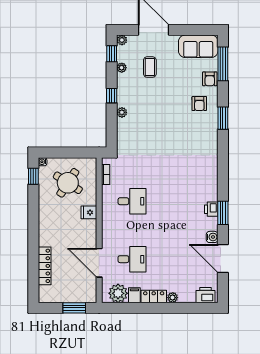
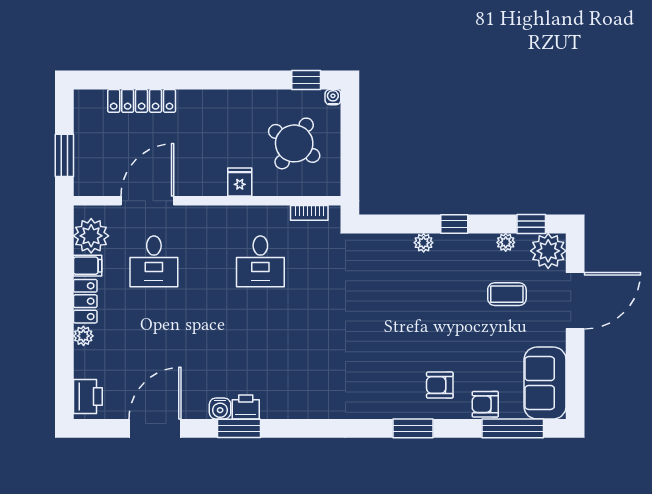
plant: (122, 40) -> (548, 251), width x1.88, depth x1.88
water cooler: (212, 237) -> (220, 409), moved

